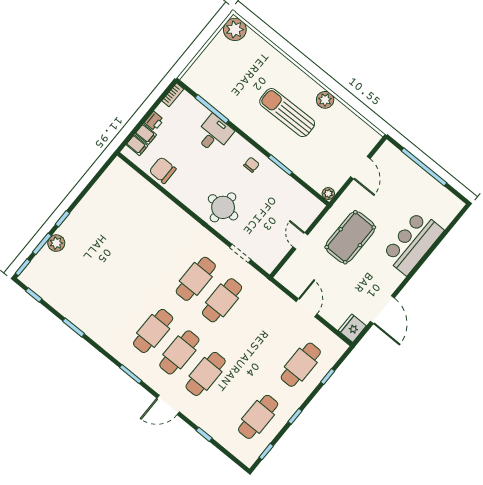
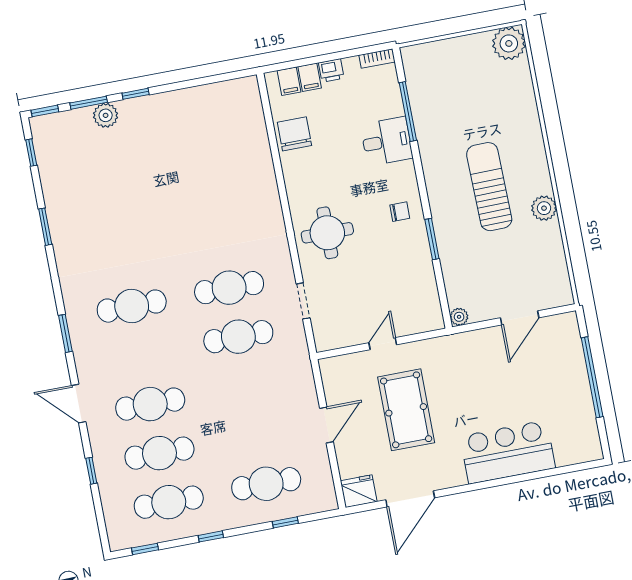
pool table: (350, 237) -> (406, 410), moved, turned 90
cafe table: (179, 352) -> (159, 453), moved

